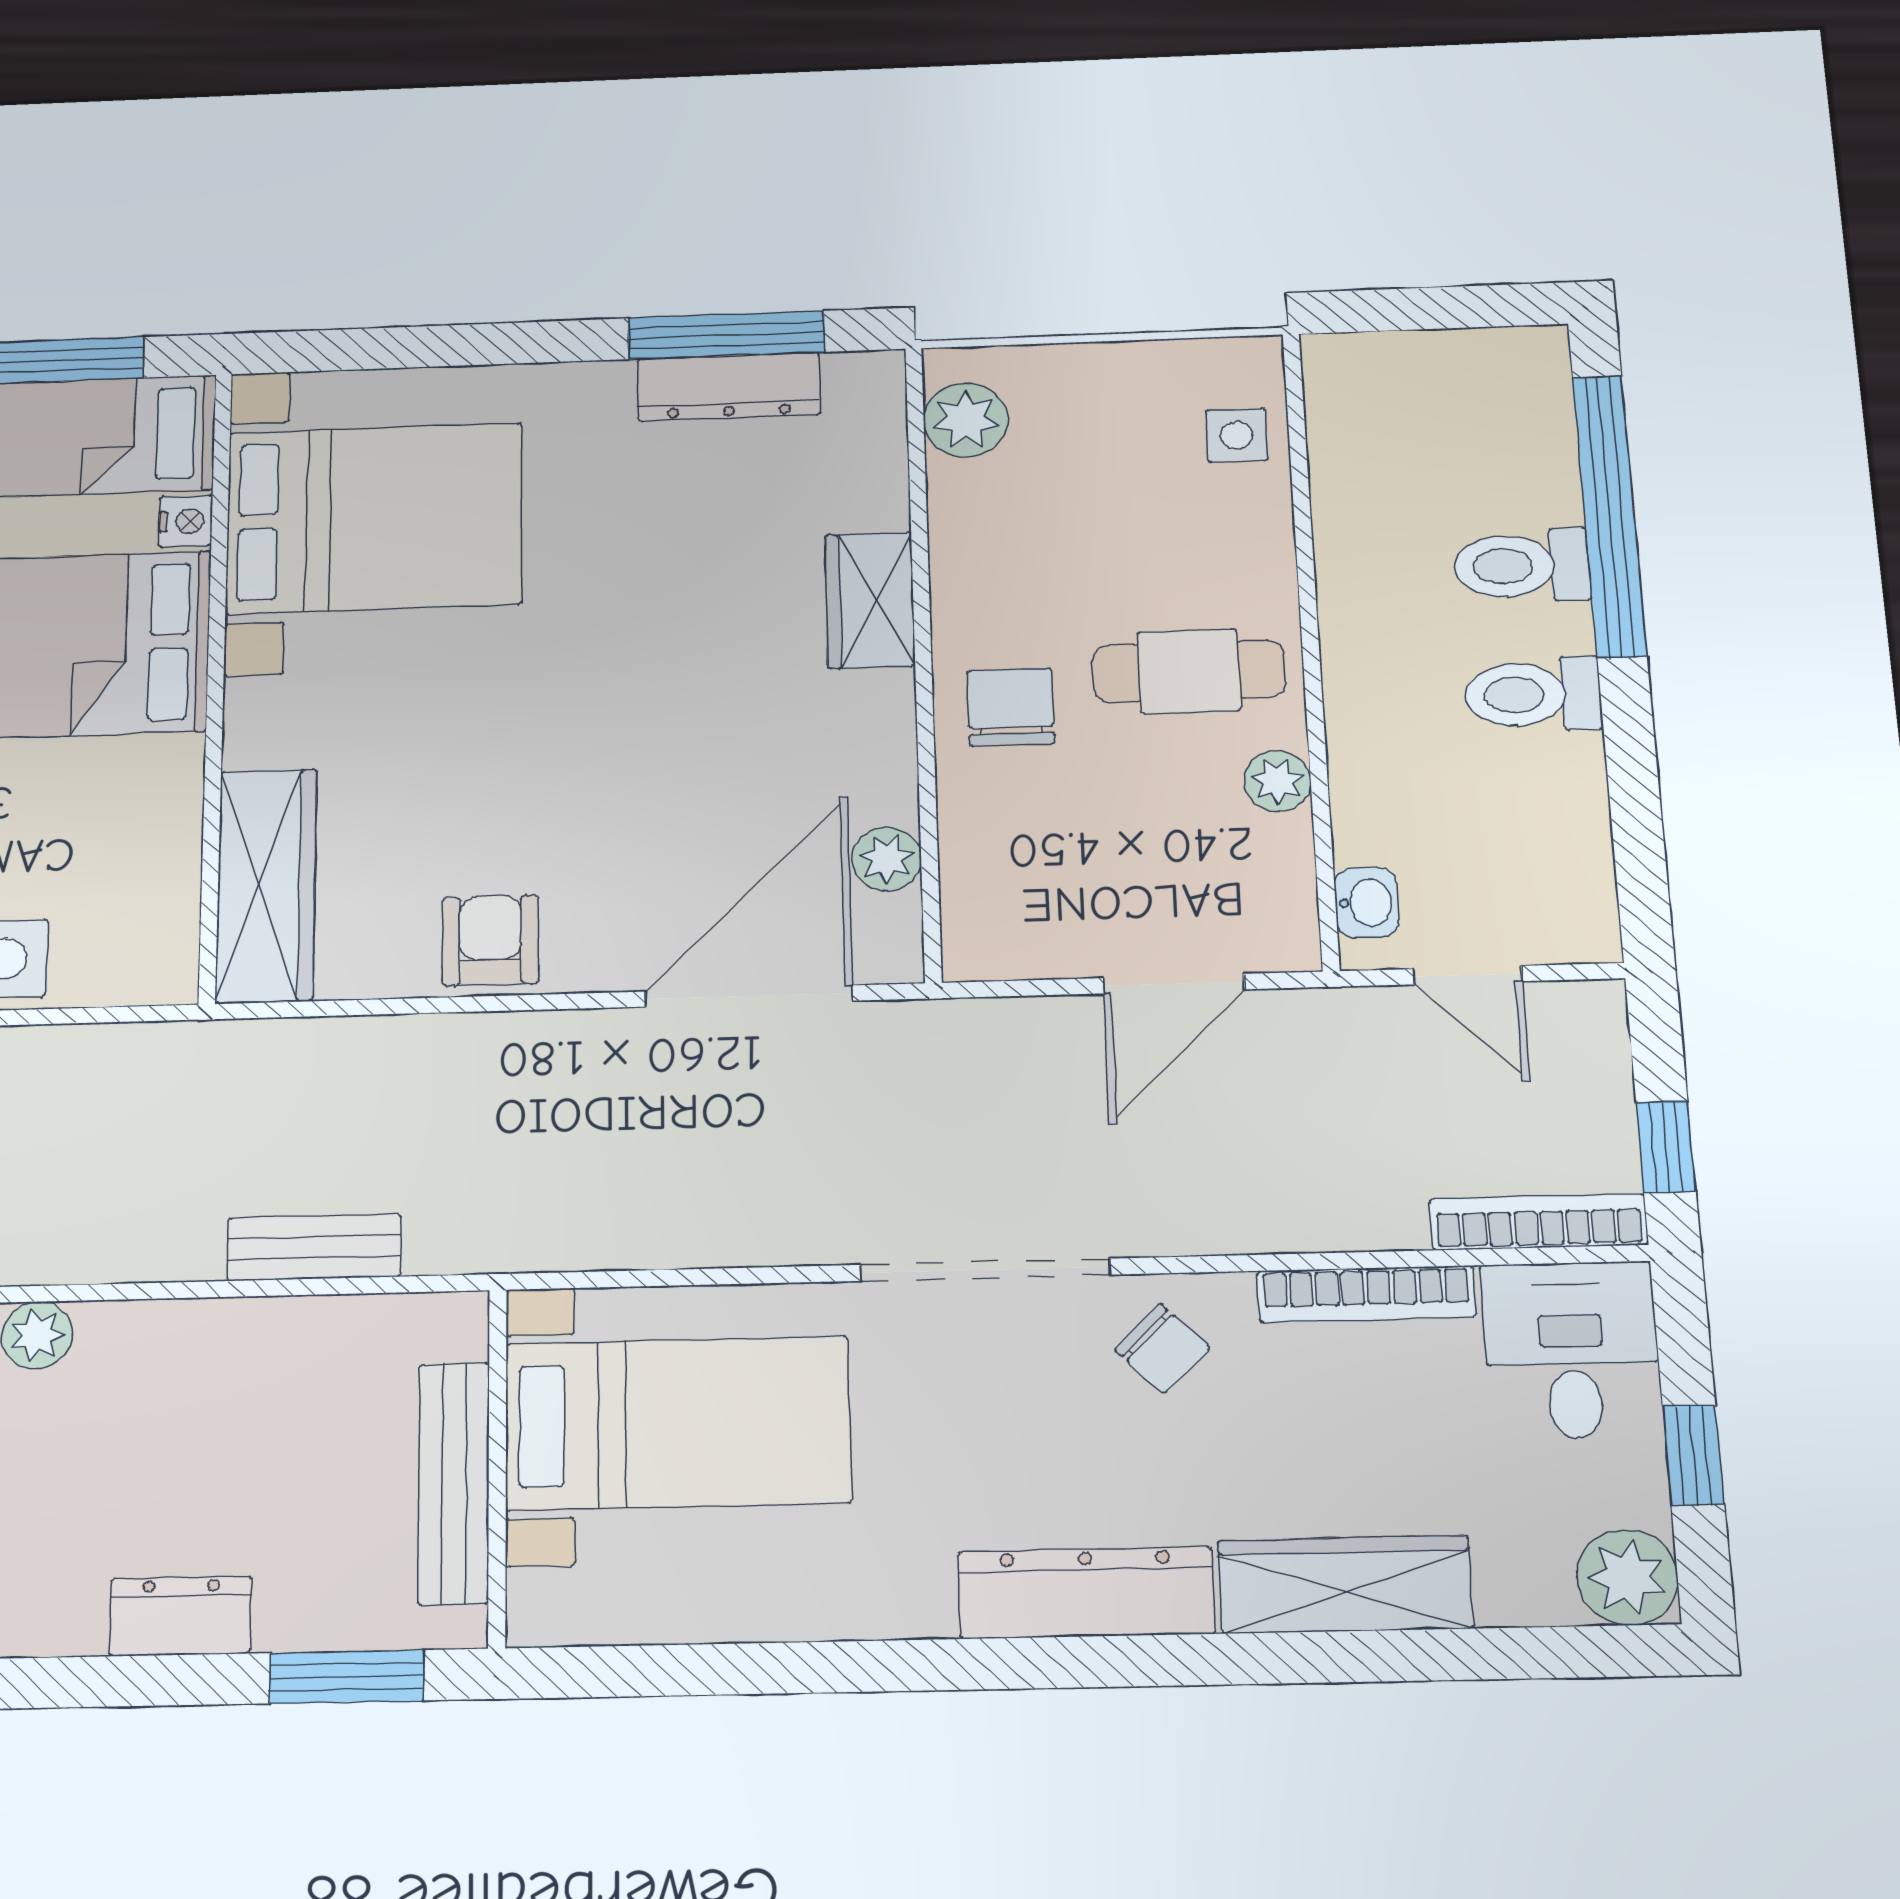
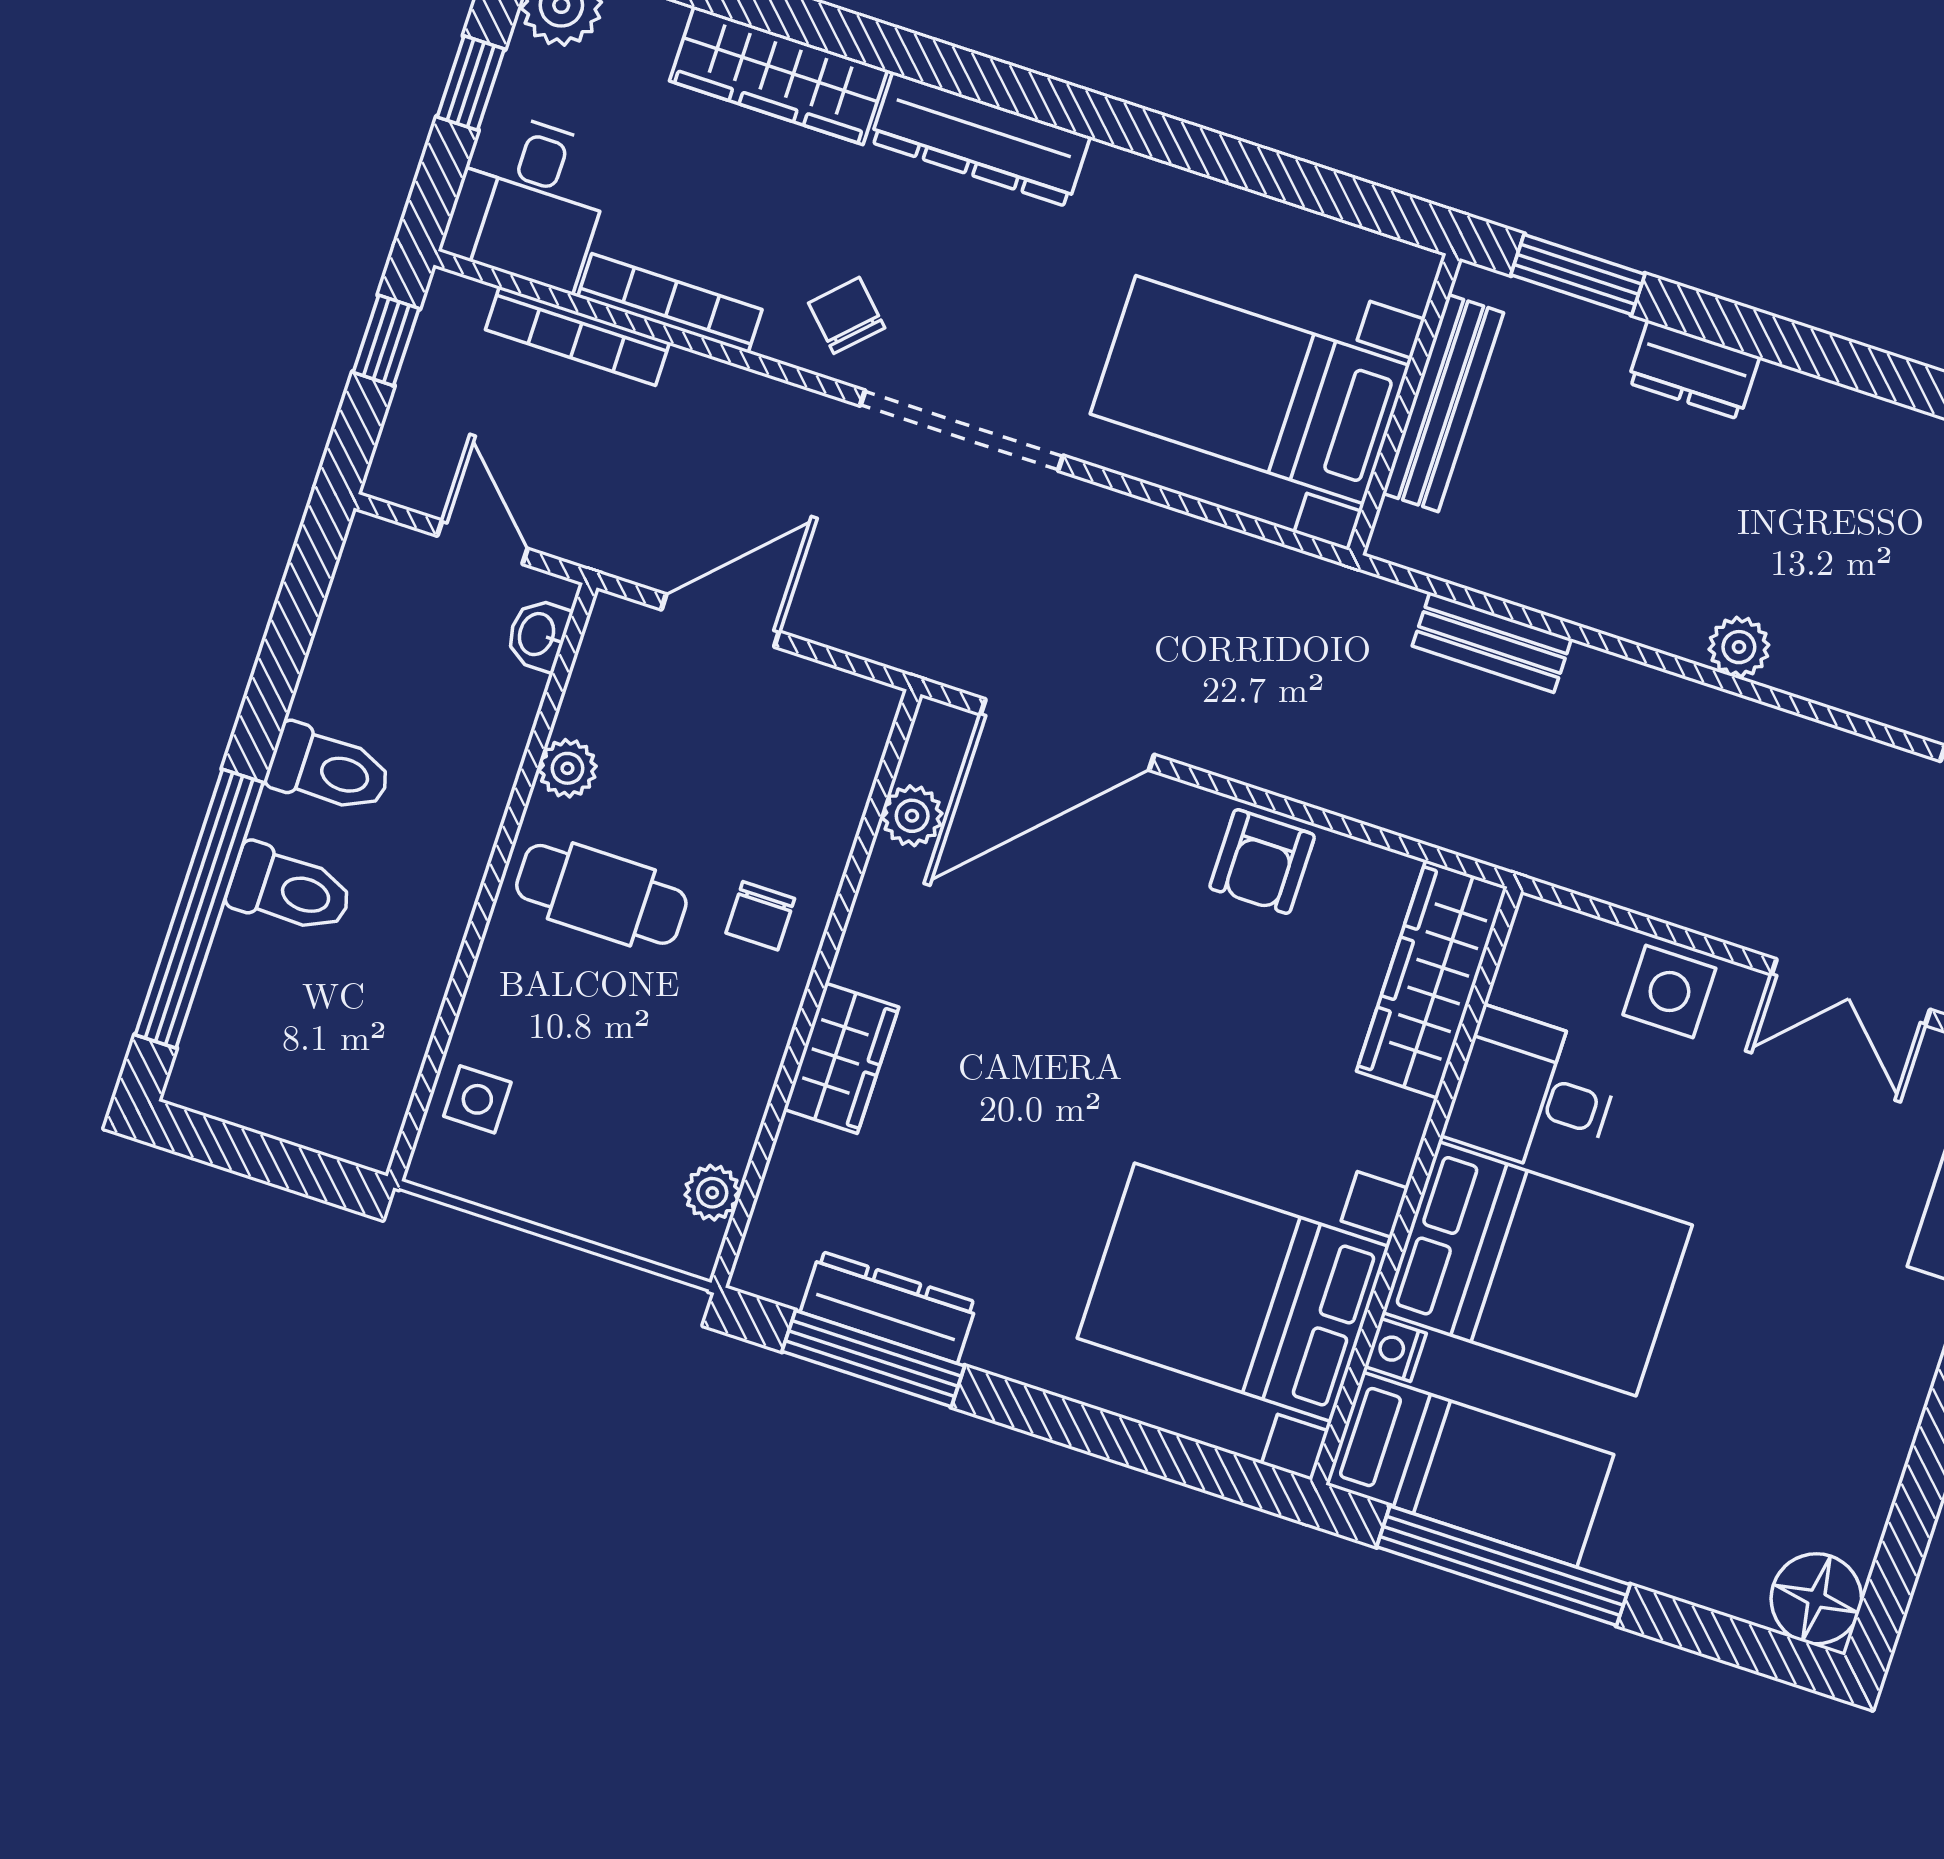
plant: (966, 420) -> (712, 1193), width x0.73, depth x0.73
chair: (1011, 707) -> (760, 916), width x0.73, depth x0.73
desk: (120, 811) -> (1533, 1093), added
bookcase: (1539, 1222) -> (577, 336), moved

